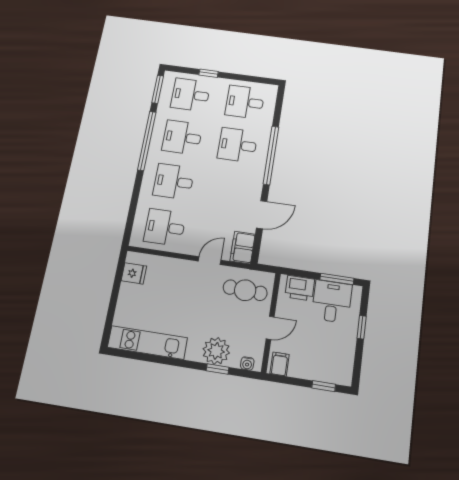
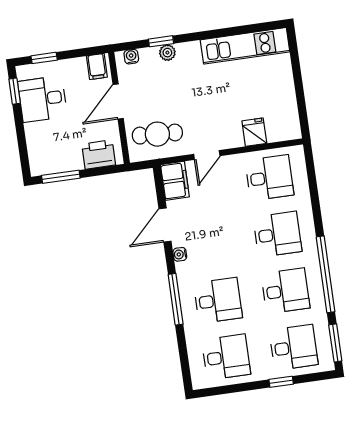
window: (271, 155) -> (176, 299), width x0.68
water cooler: (257, 188) -> (180, 254), added
fridge: (134, 273) -> (254, 132), moved, turned 90
desk: (332, 301) -> (42, 99), moved, turned 90
window: (362, 327) -> (15, 91), moved
door: (270, 328) -> (118, 101), width x1.38
plant: (216, 351) -> (167, 53), width x0.53, depth x0.53

